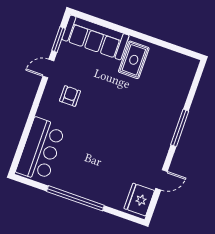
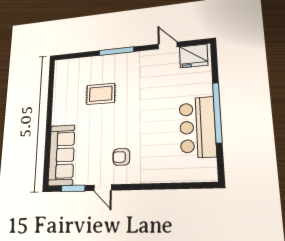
rug: (134, 60) -> (101, 94), moved
bar counter: (40, 150) -> (197, 127), moved, turned -90

